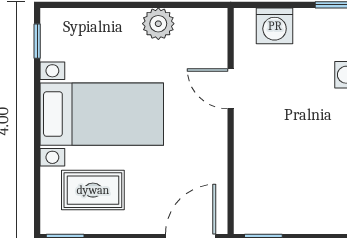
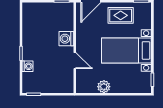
washing machine: (275, 26) -> (66, 39), moved, turned -90
rug: (93, 190) -> (121, 15), moved

